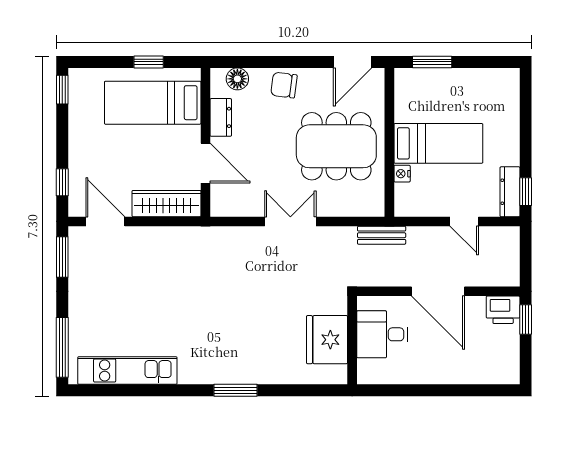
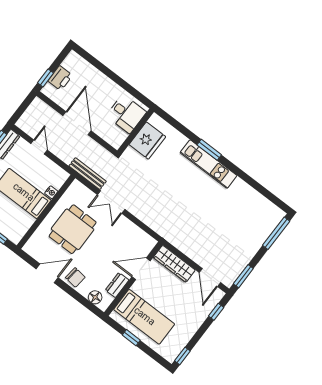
door: (352, 62) -> (47, 273), moved
dining table: (336, 146) -> (73, 229), width x0.73
door: (205, 163) -> (141, 269), hinge flipped
double door: (290, 221) -> (111, 202), moved
bench: (382, 235) -> (88, 174), width x1.36
printer: (503, 310) -> (60, 78), moved, turned 90
desk: (382, 334) -> (126, 114), moved
kitchen unit: (127, 370) -> (209, 164), moved

